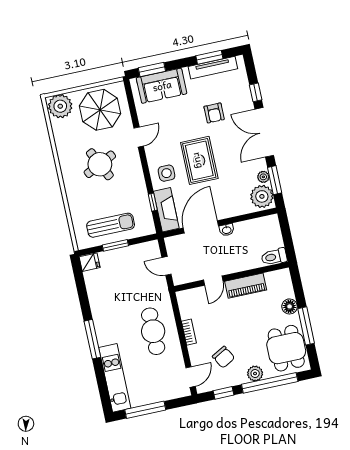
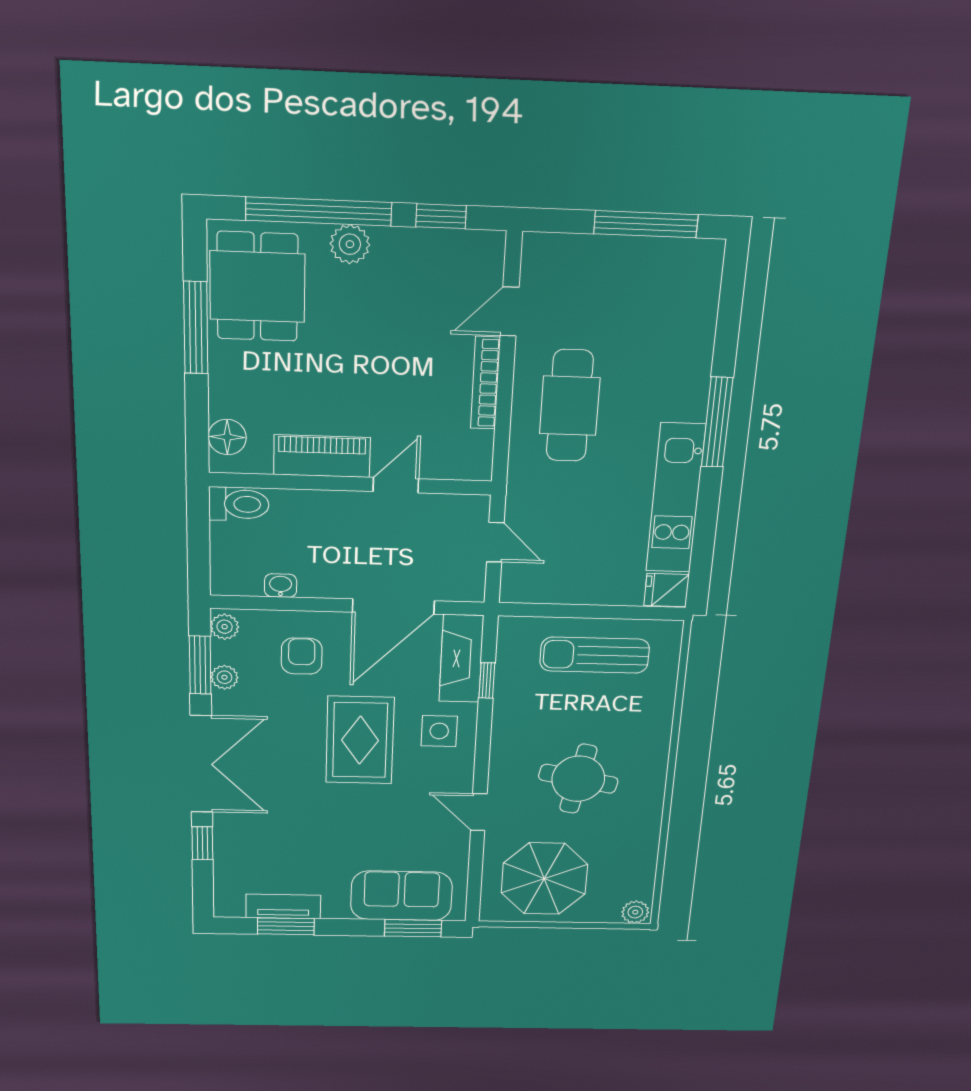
tv unit: (213, 68) -> (283, 906), width x0.71
plant: (60, 106) -> (635, 912), width x0.53, depth x0.53
armchair: (214, 113) -> (302, 656), moved
door: (139, 137) -> (479, 812), hinge flipped
round table: (100, 164) -> (578, 779), turned 37
plant: (262, 196) -> (225, 627), width x0.53, depth x0.53
washbasin: (227, 230) -> (281, 586), moved
window: (115, 245) -> (597, 612), removed
floor lamp: (290, 306) -> (227, 437), moved
bookcase: (189, 332) -> (485, 383), width x1.56
chair: (224, 357) -> (418, 304), removed
door: (191, 377) -> (509, 312), moved
kitchen unit: (115, 378) -> (676, 498), moved

